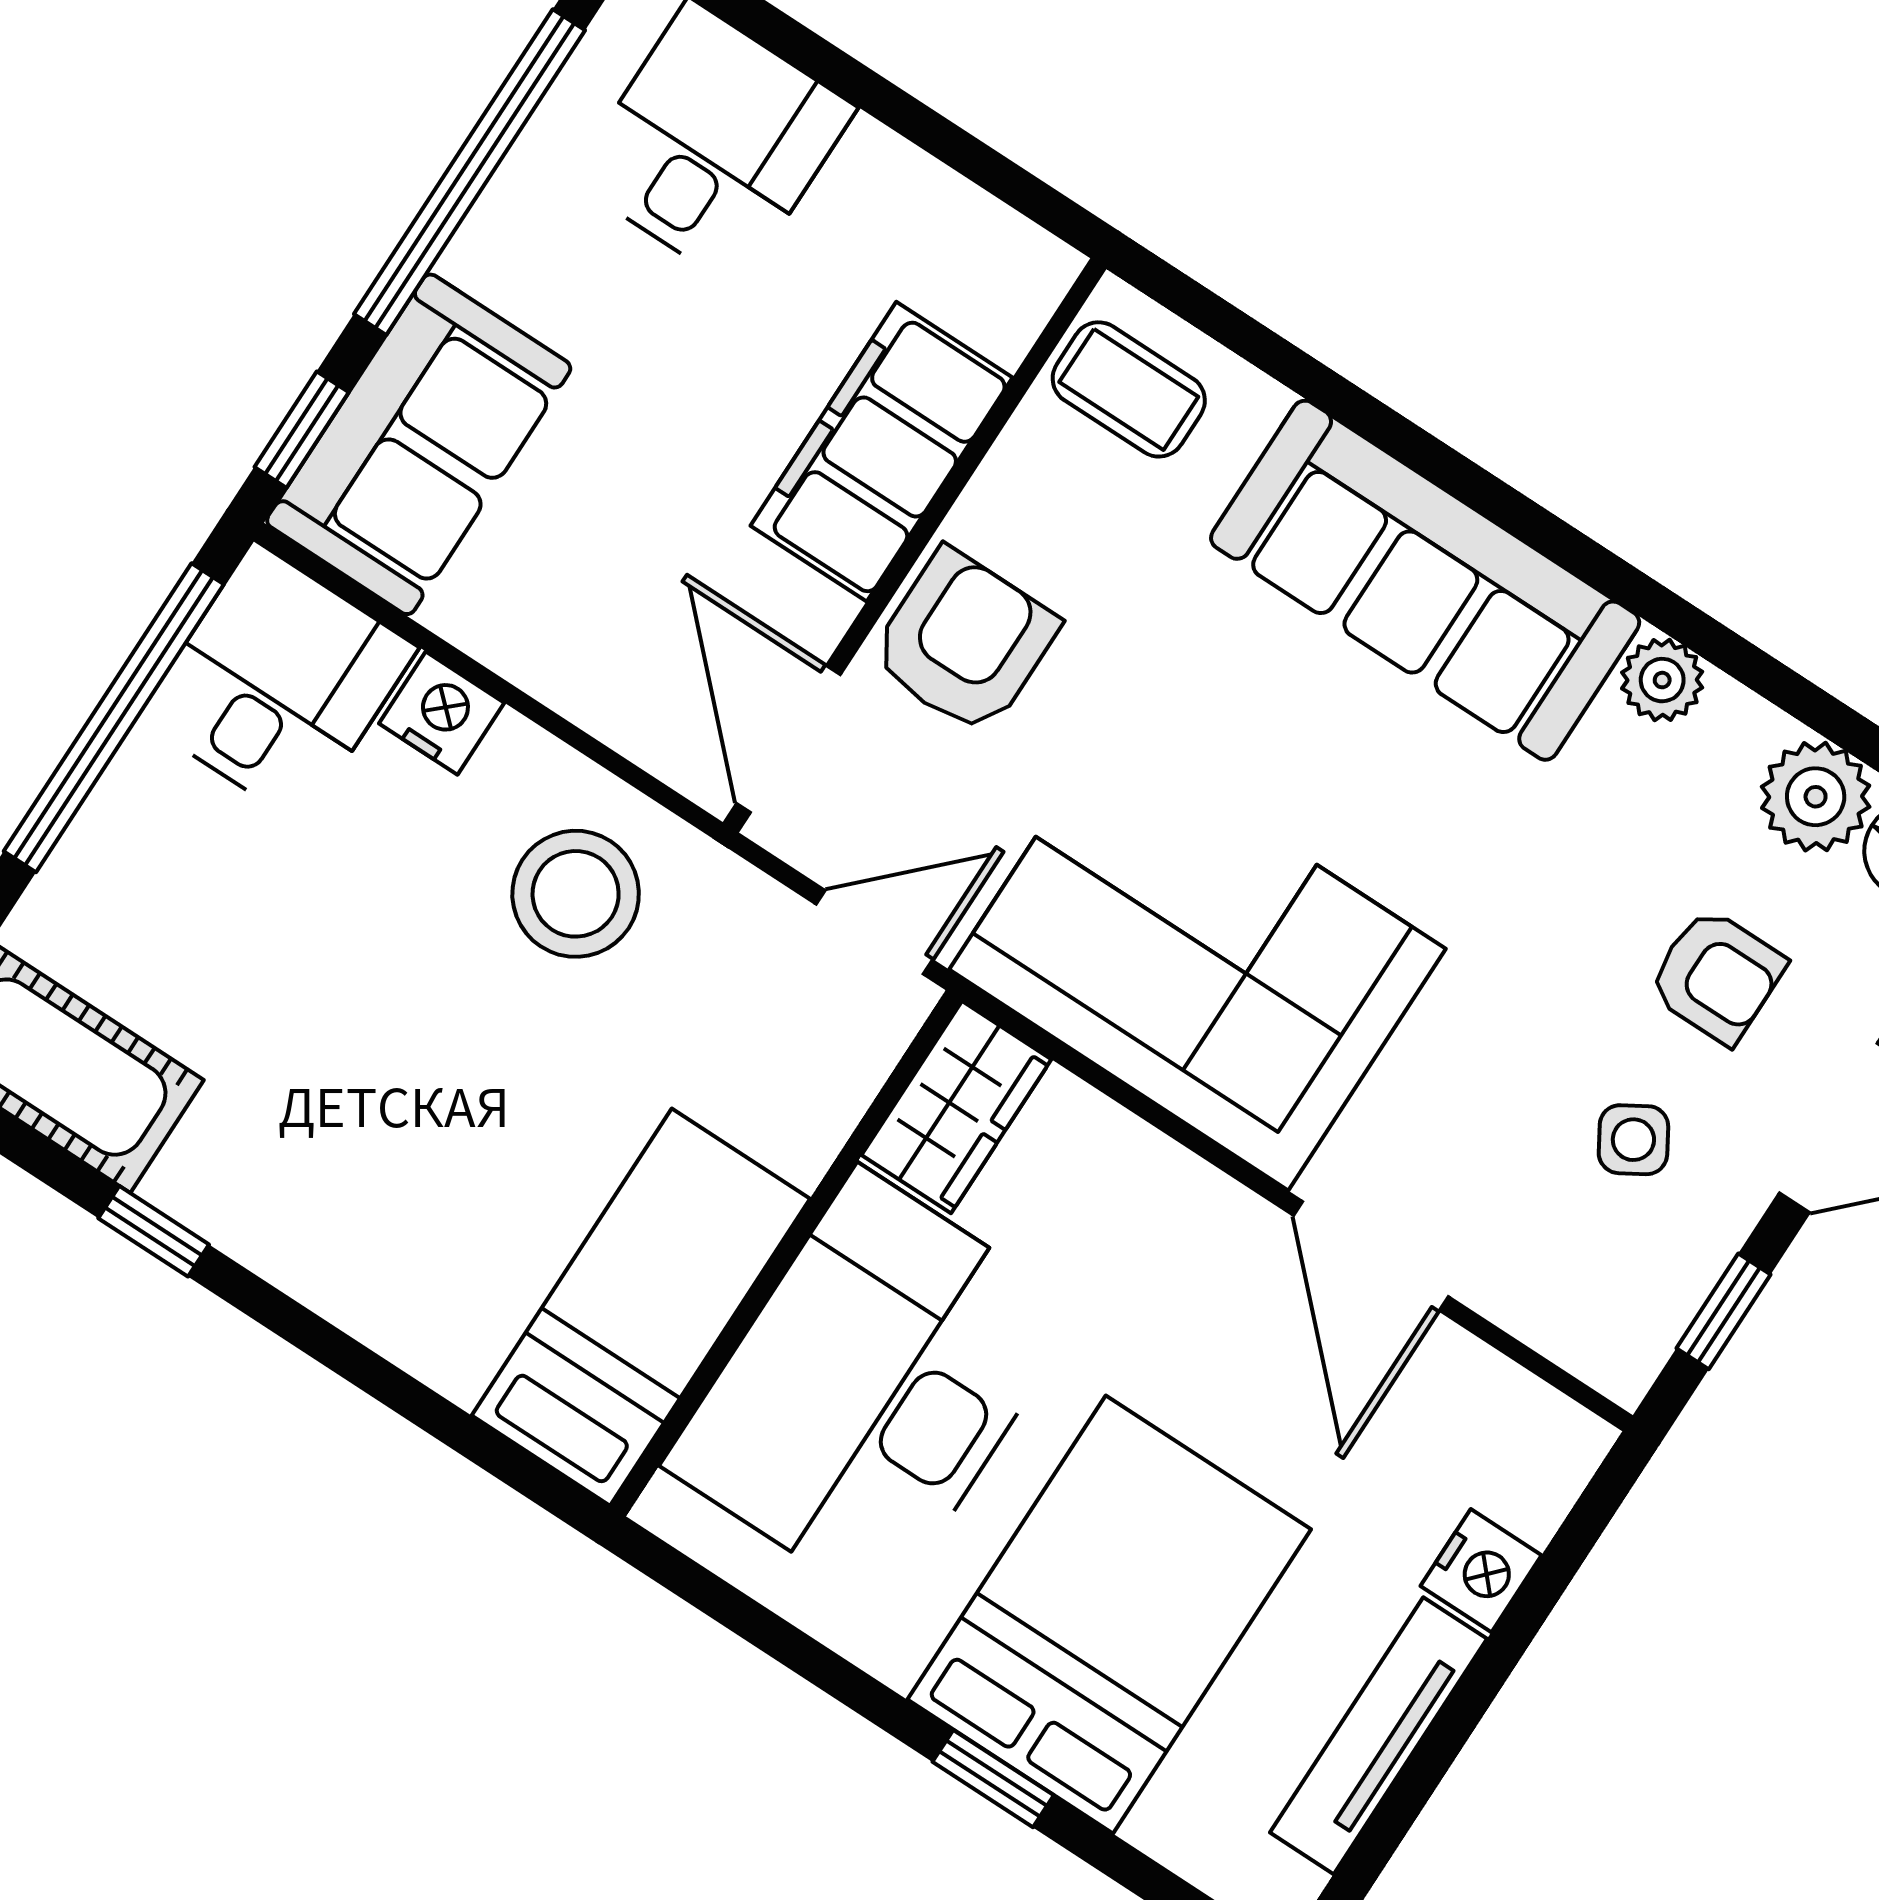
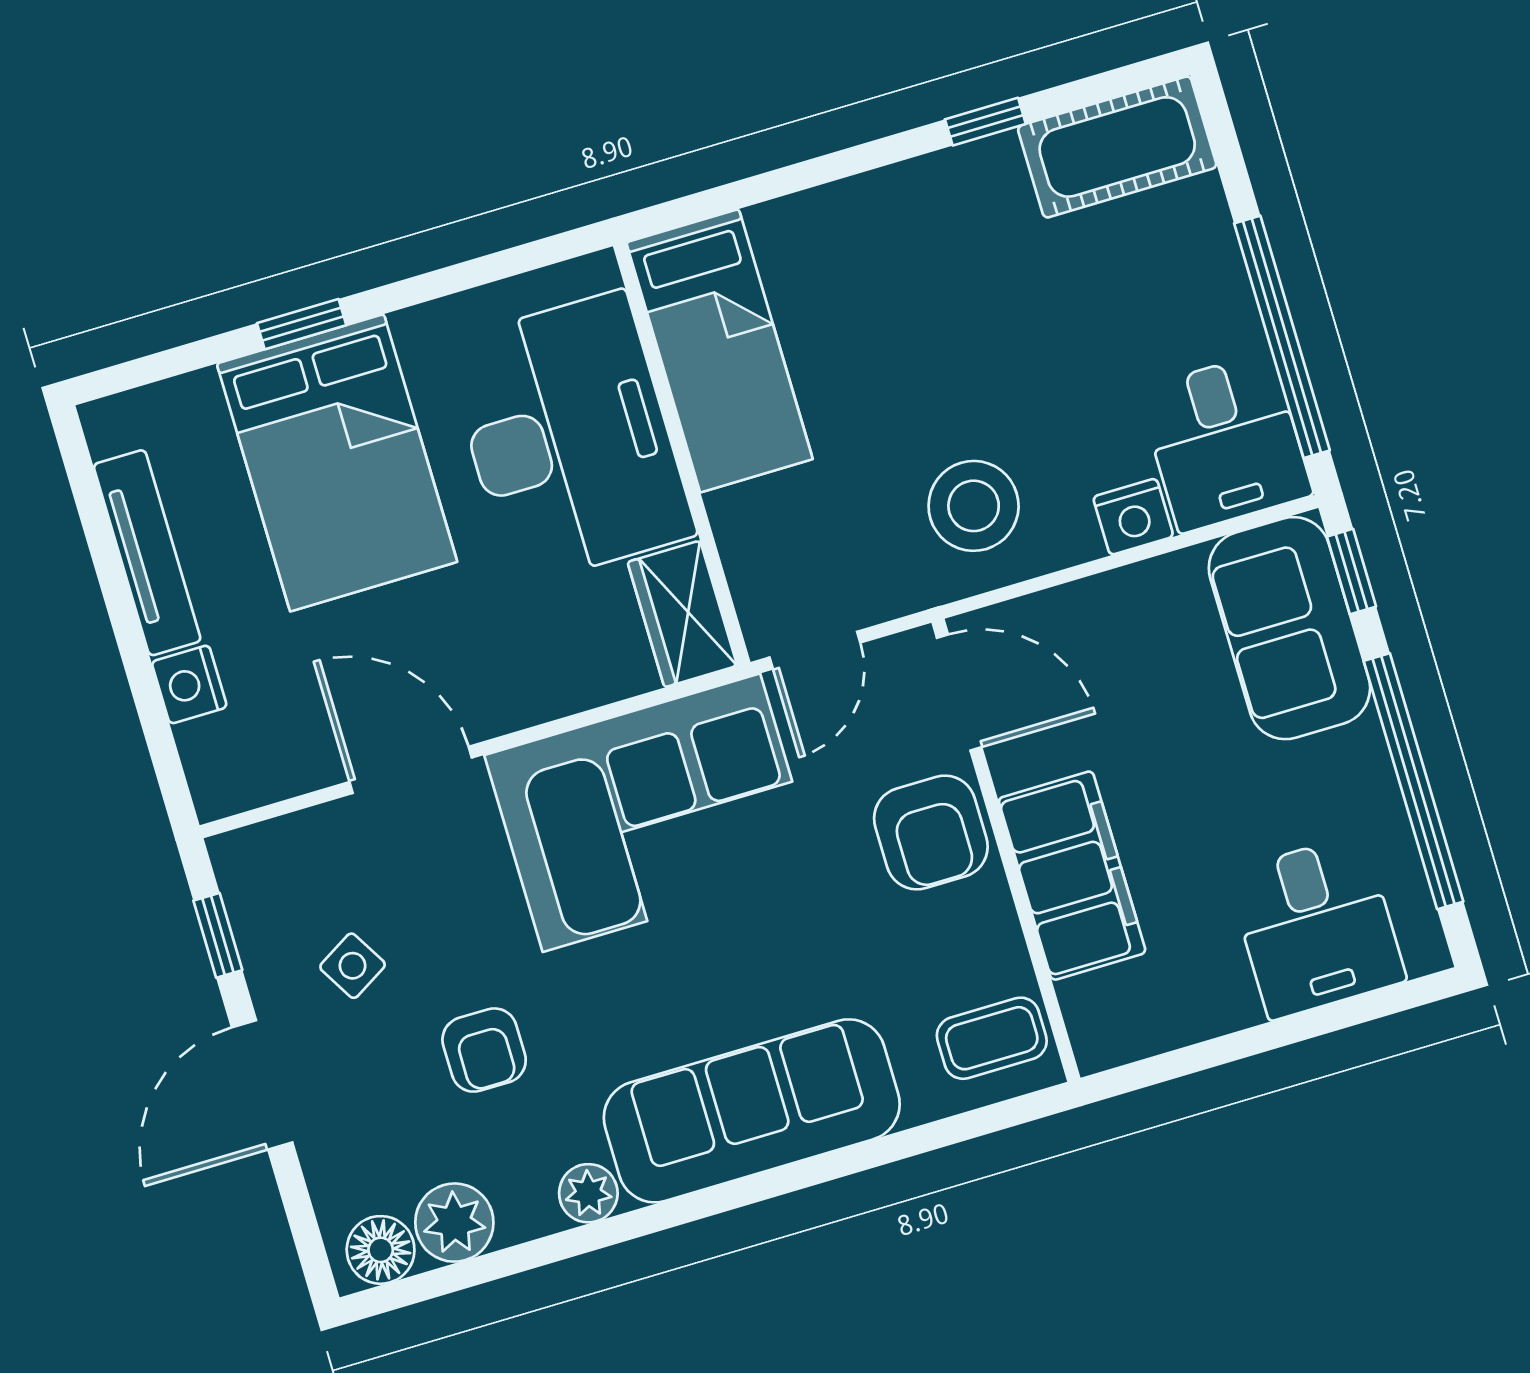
armchair: (1717, 976) -> (484, 1050), moved, turned -90

